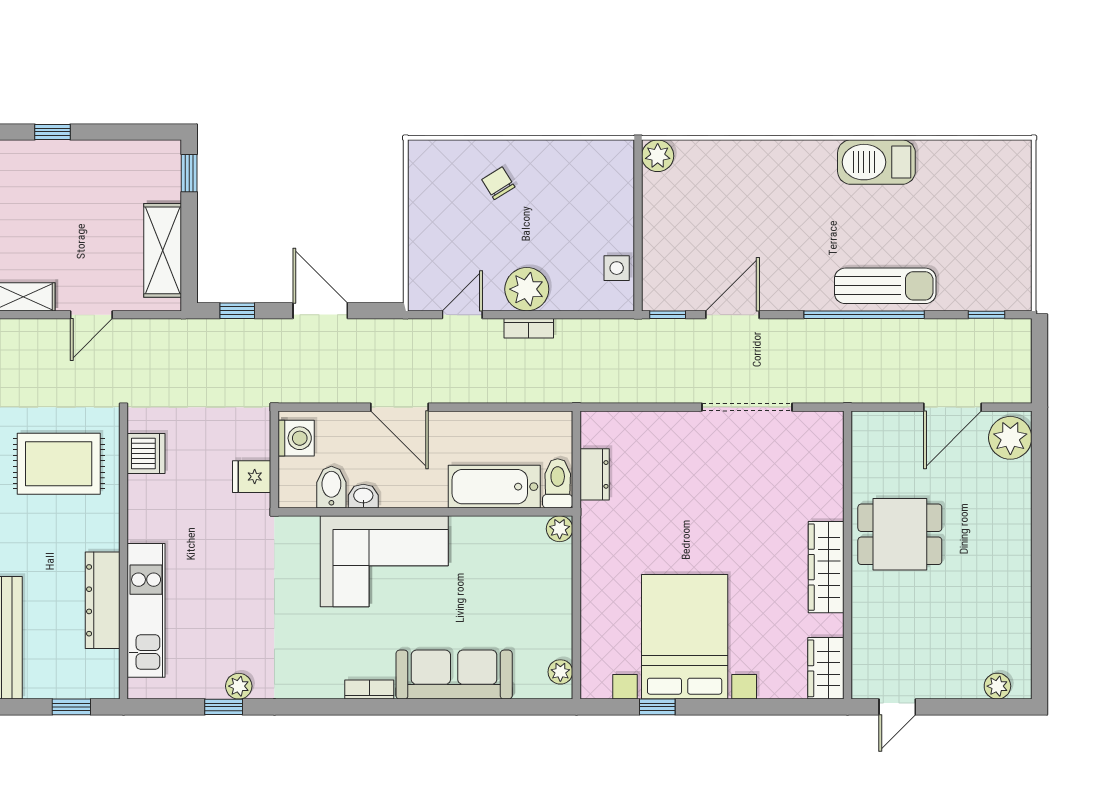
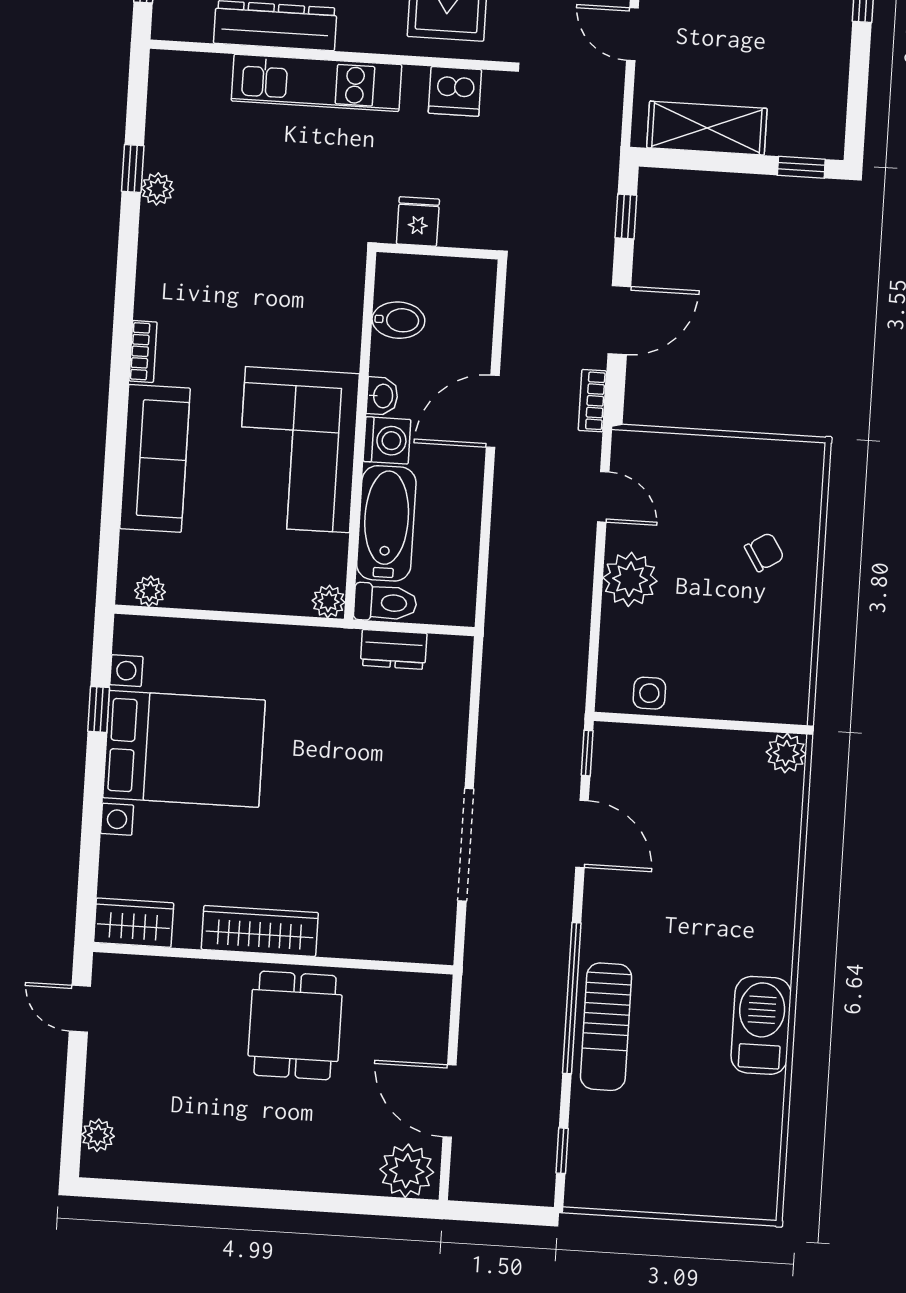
bookcase: (529, 328) -> (592, 401), moved
washing machine: (296, 438) -> (387, 440), moved, turned -90
washbasin: (363, 496) -> (382, 396), moved
corner sofa: (384, 561) -> (297, 450), moved
kitchen unit: (146, 610) -> (316, 83), moved

